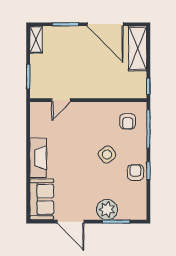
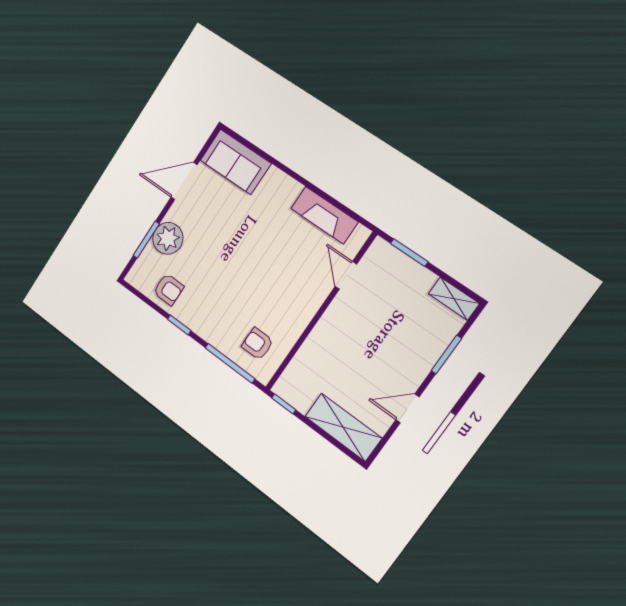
door: (105, 24) -> (407, 408), width x0.53
side table: (107, 155) -> (234, 287), removed
fireplace: (38, 158) -> (324, 215), moved
armchair: (135, 172) -> (168, 289), moved

